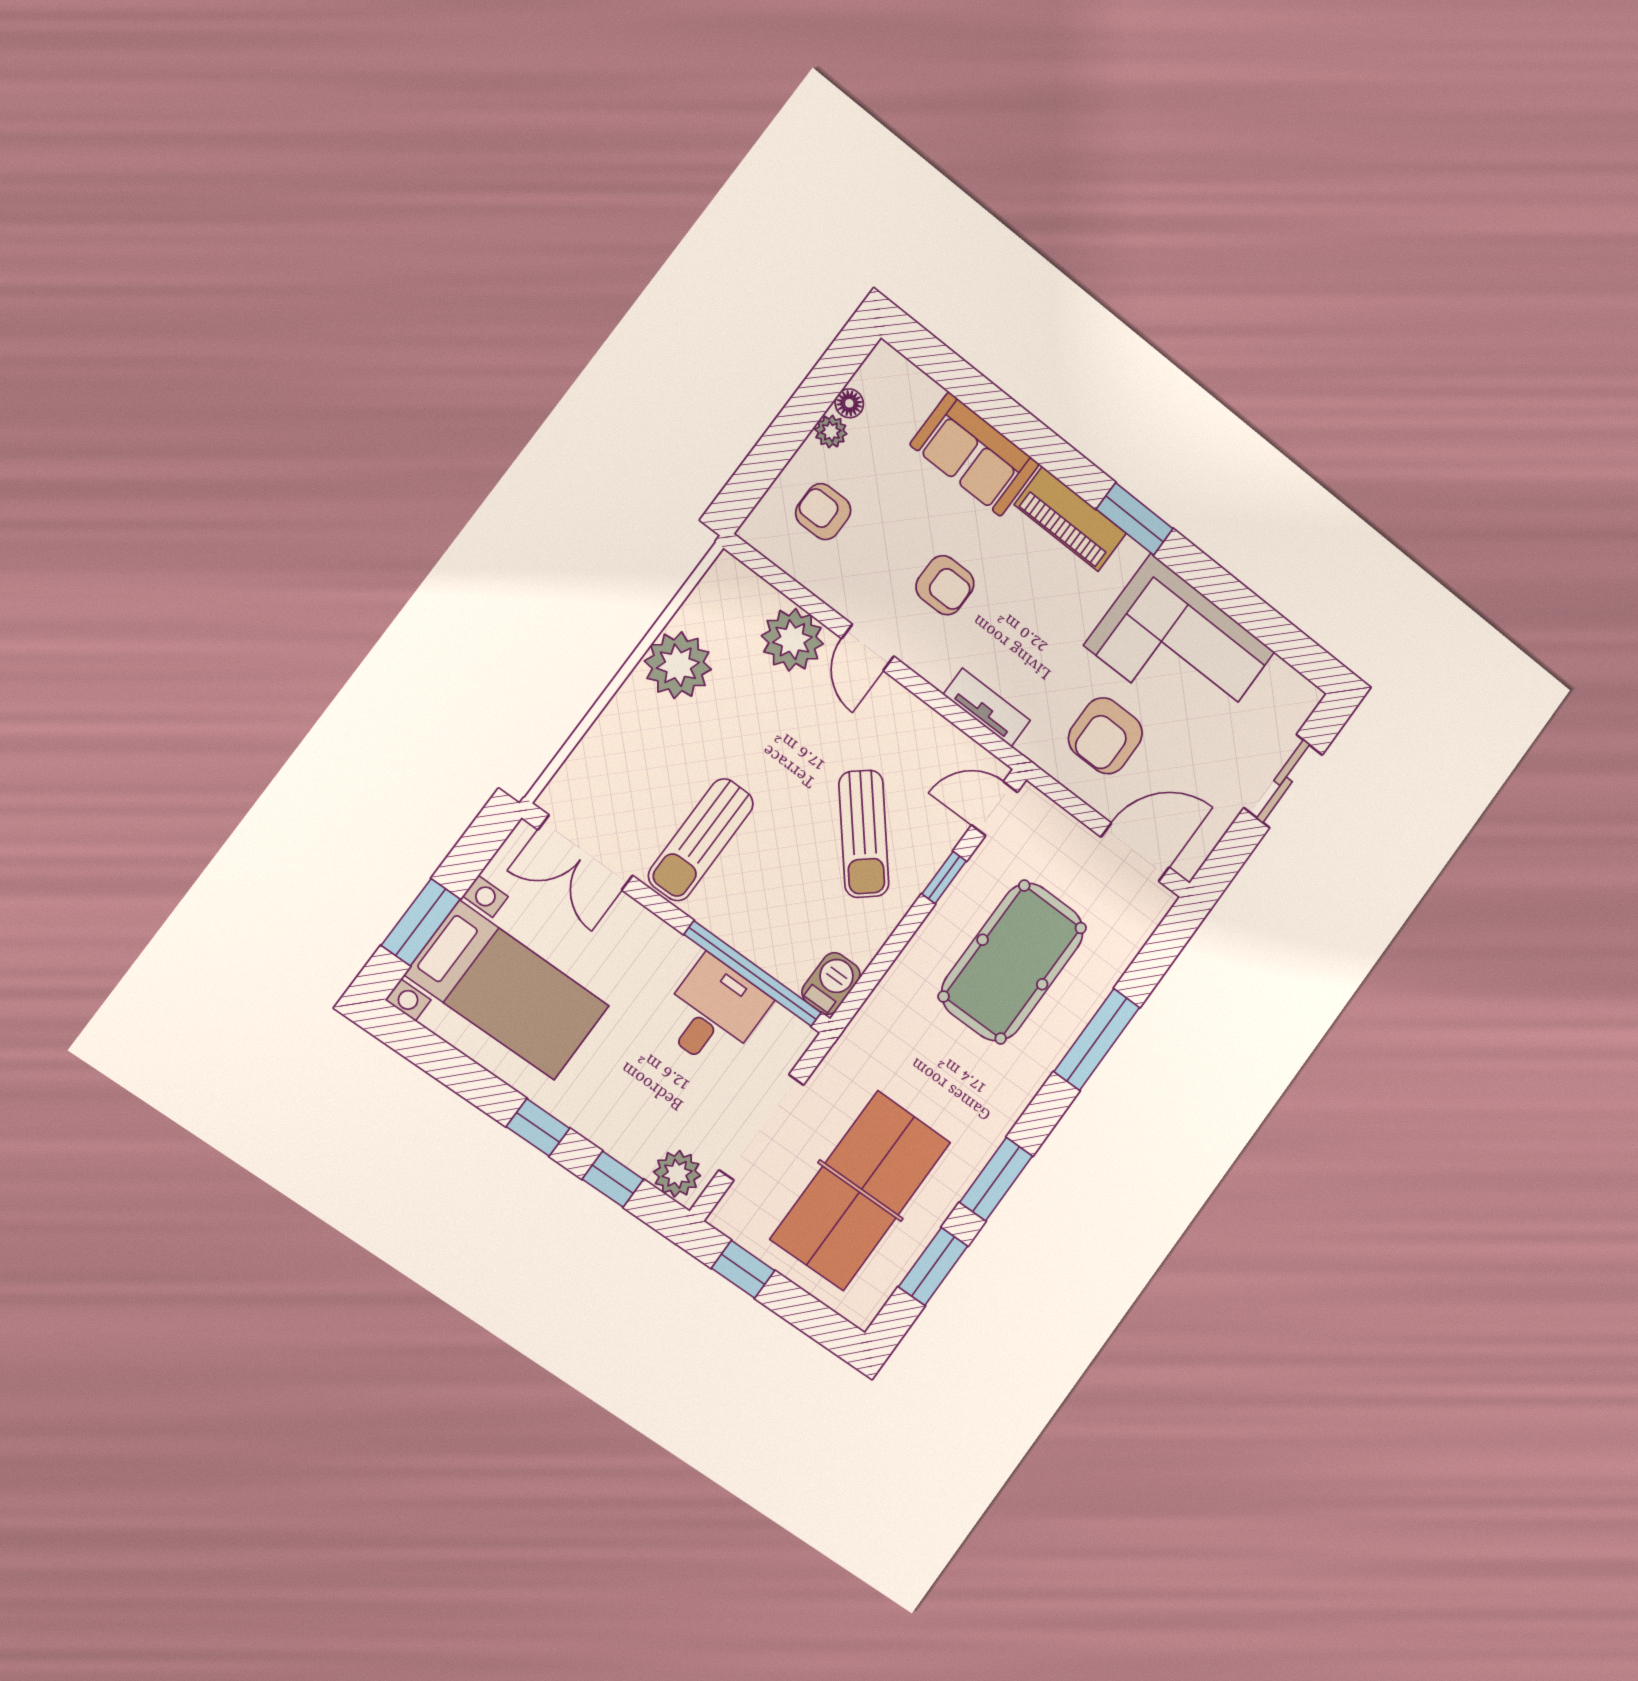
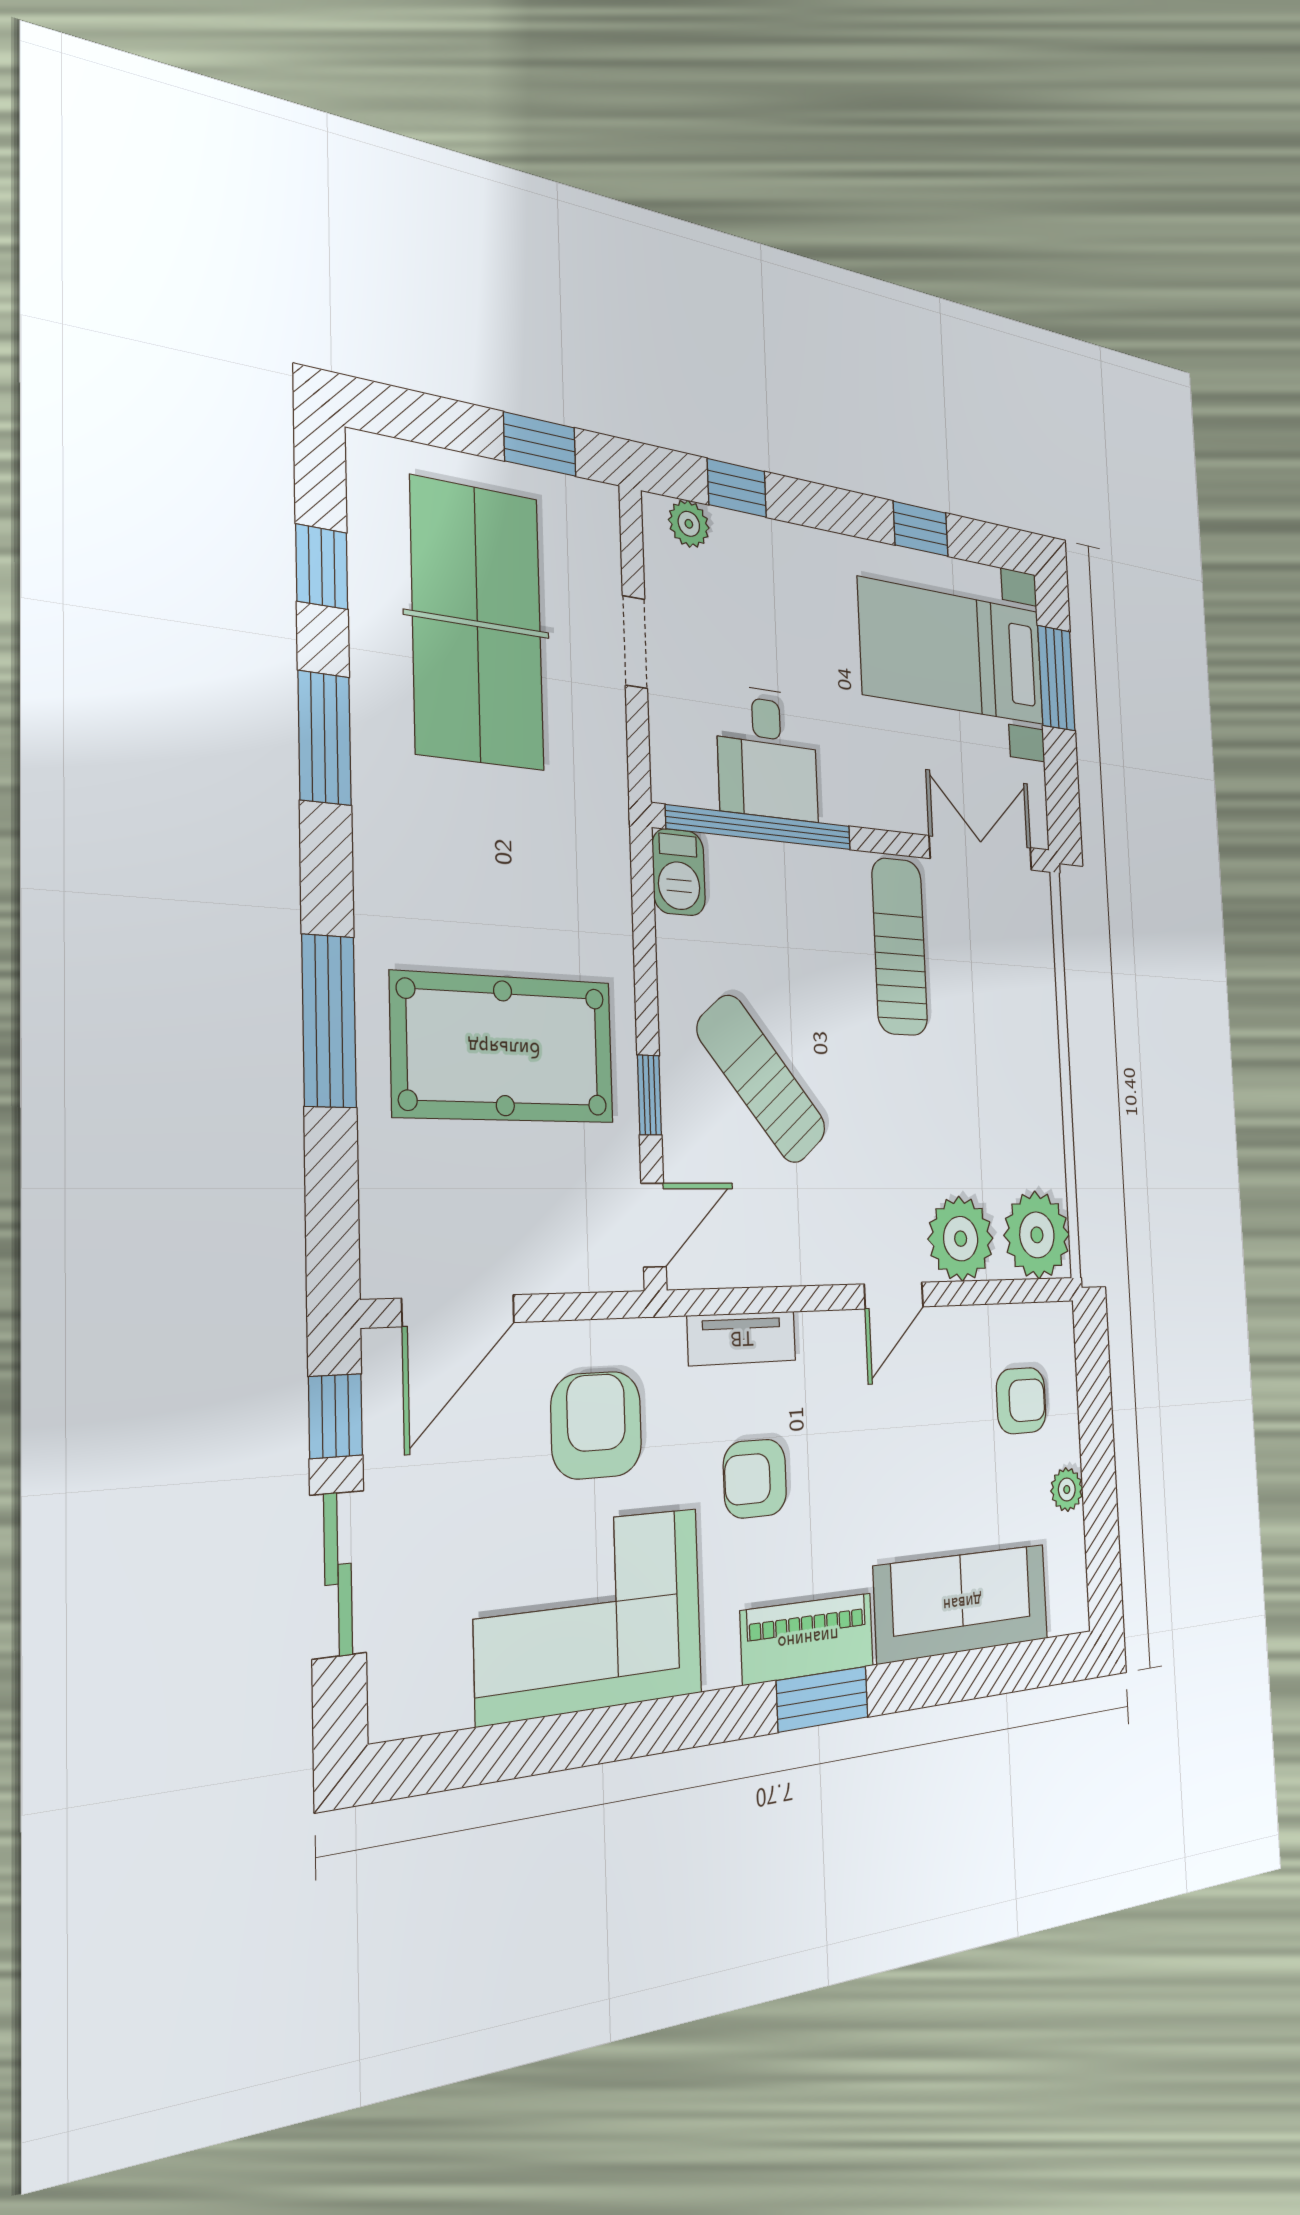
floor lamp: (849, 403) -> (1071, 1535), removed
sofa: (975, 454) -> (962, 1603), width x1.36
window: (1135, 519) -> (823, 1699), moved
armchair: (945, 585) -> (755, 1479), moved
door: (868, 647) -> (894, 1295), swing flipped
plant: (678, 665) -> (1037, 1235), moved
window: (1231, 853) -> (335, 1416), added
pool table: (1012, 962) -> (504, 1048), turned 90
window: (538, 1127) -> (921, 529), moved
doorway: (761, 1127) -> (635, 642), width x0.53
plant: (677, 1174) -> (689, 524), width x0.73, depth x0.73
window: (933, 1266) -> (322, 567), width x0.67

